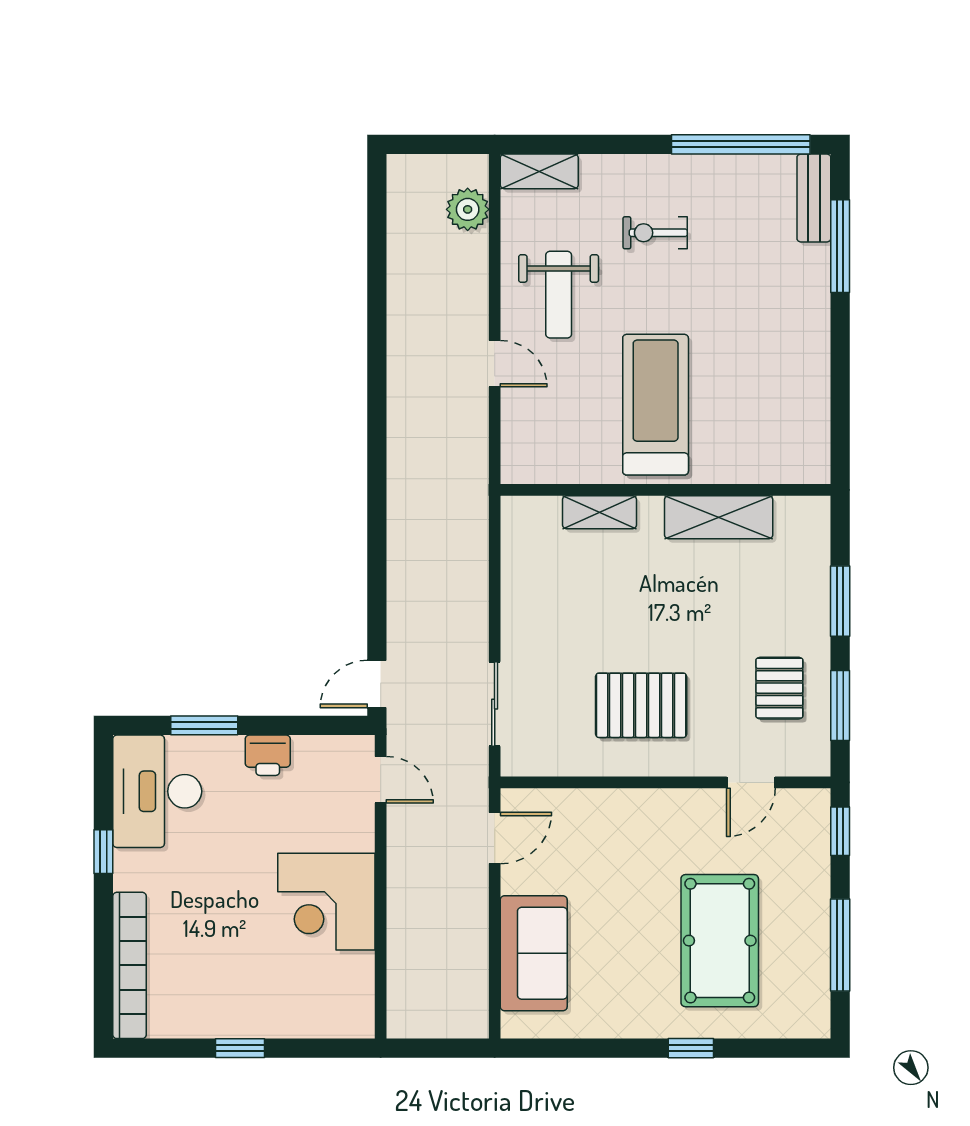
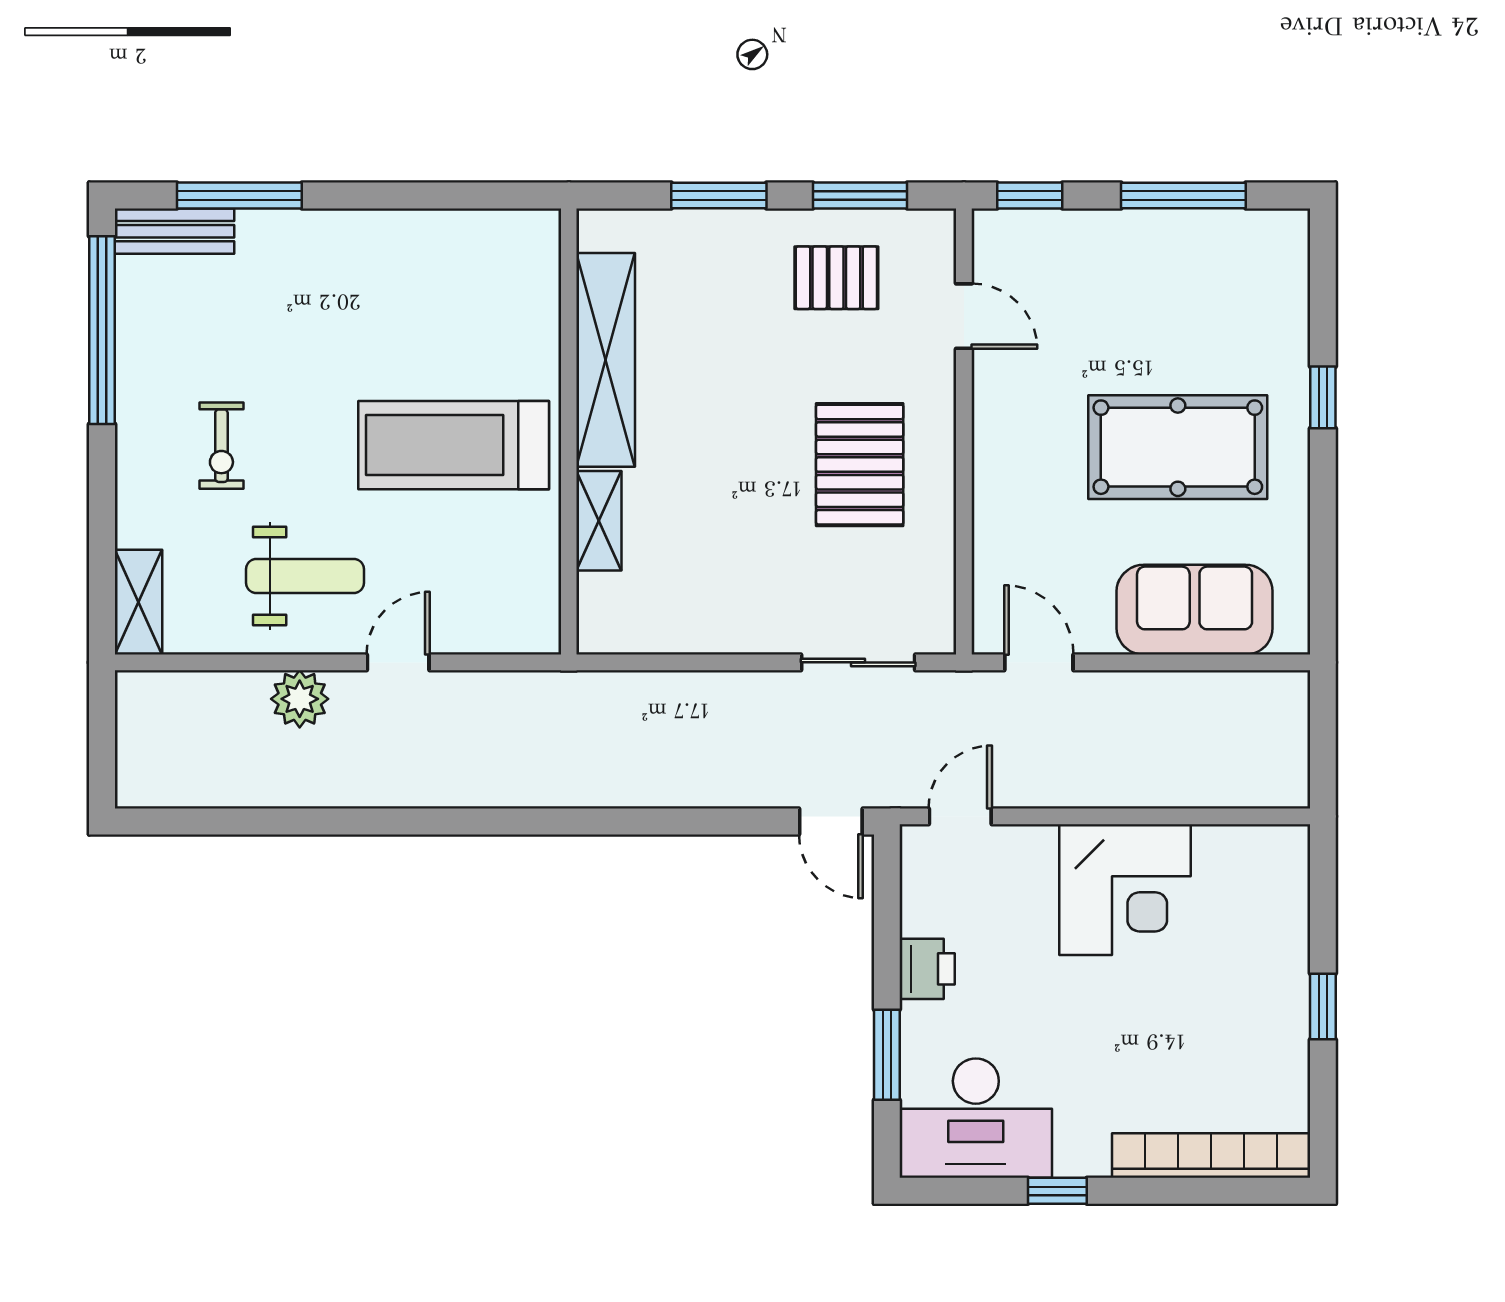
plant: (468, 209) -> (300, 699), moved
shelving: (719, 517) -> (606, 360), width x1.47
pool table: (720, 941) -> (1178, 447), moved

